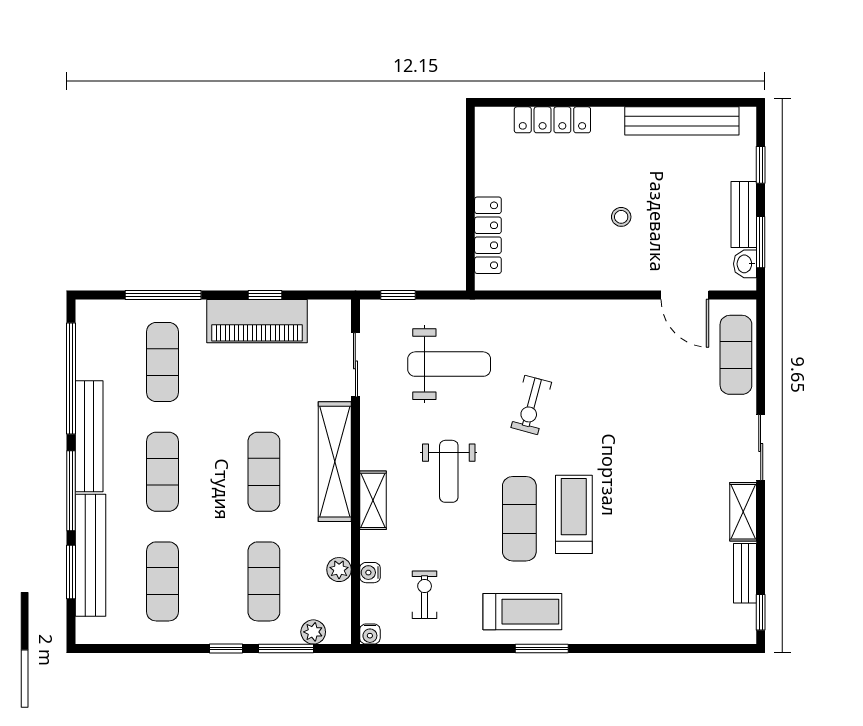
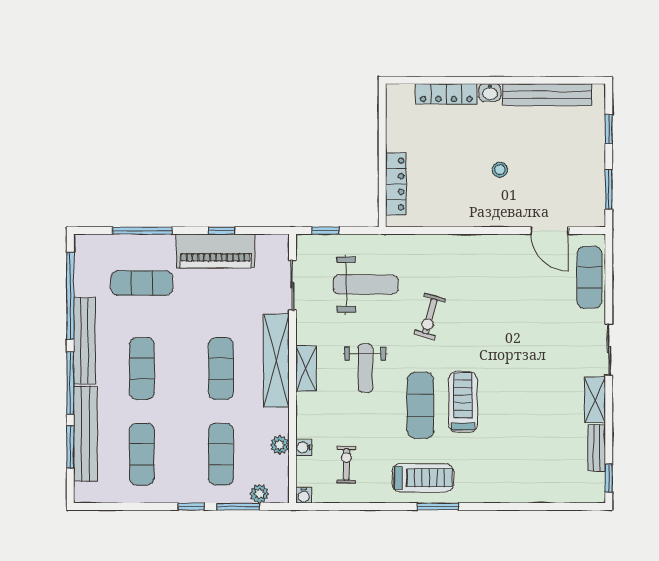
bench: (744, 214) -> (596, 168), removed
washbasin: (745, 264) -> (490, 93), moved, turned -90
exercise mat: (162, 362) -> (142, 283), turned 90
shelving: (373, 500) -> (306, 368), moved

